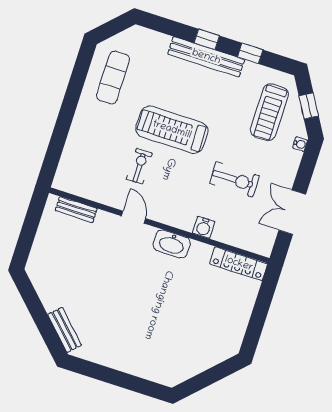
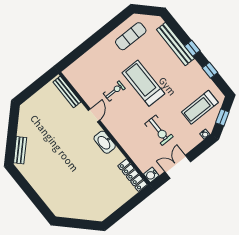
bench: (206, 57) -> (175, 44), moved
bench: (76, 210) -> (67, 92), width x1.36
water cooler: (204, 227) -> (151, 175), moved

